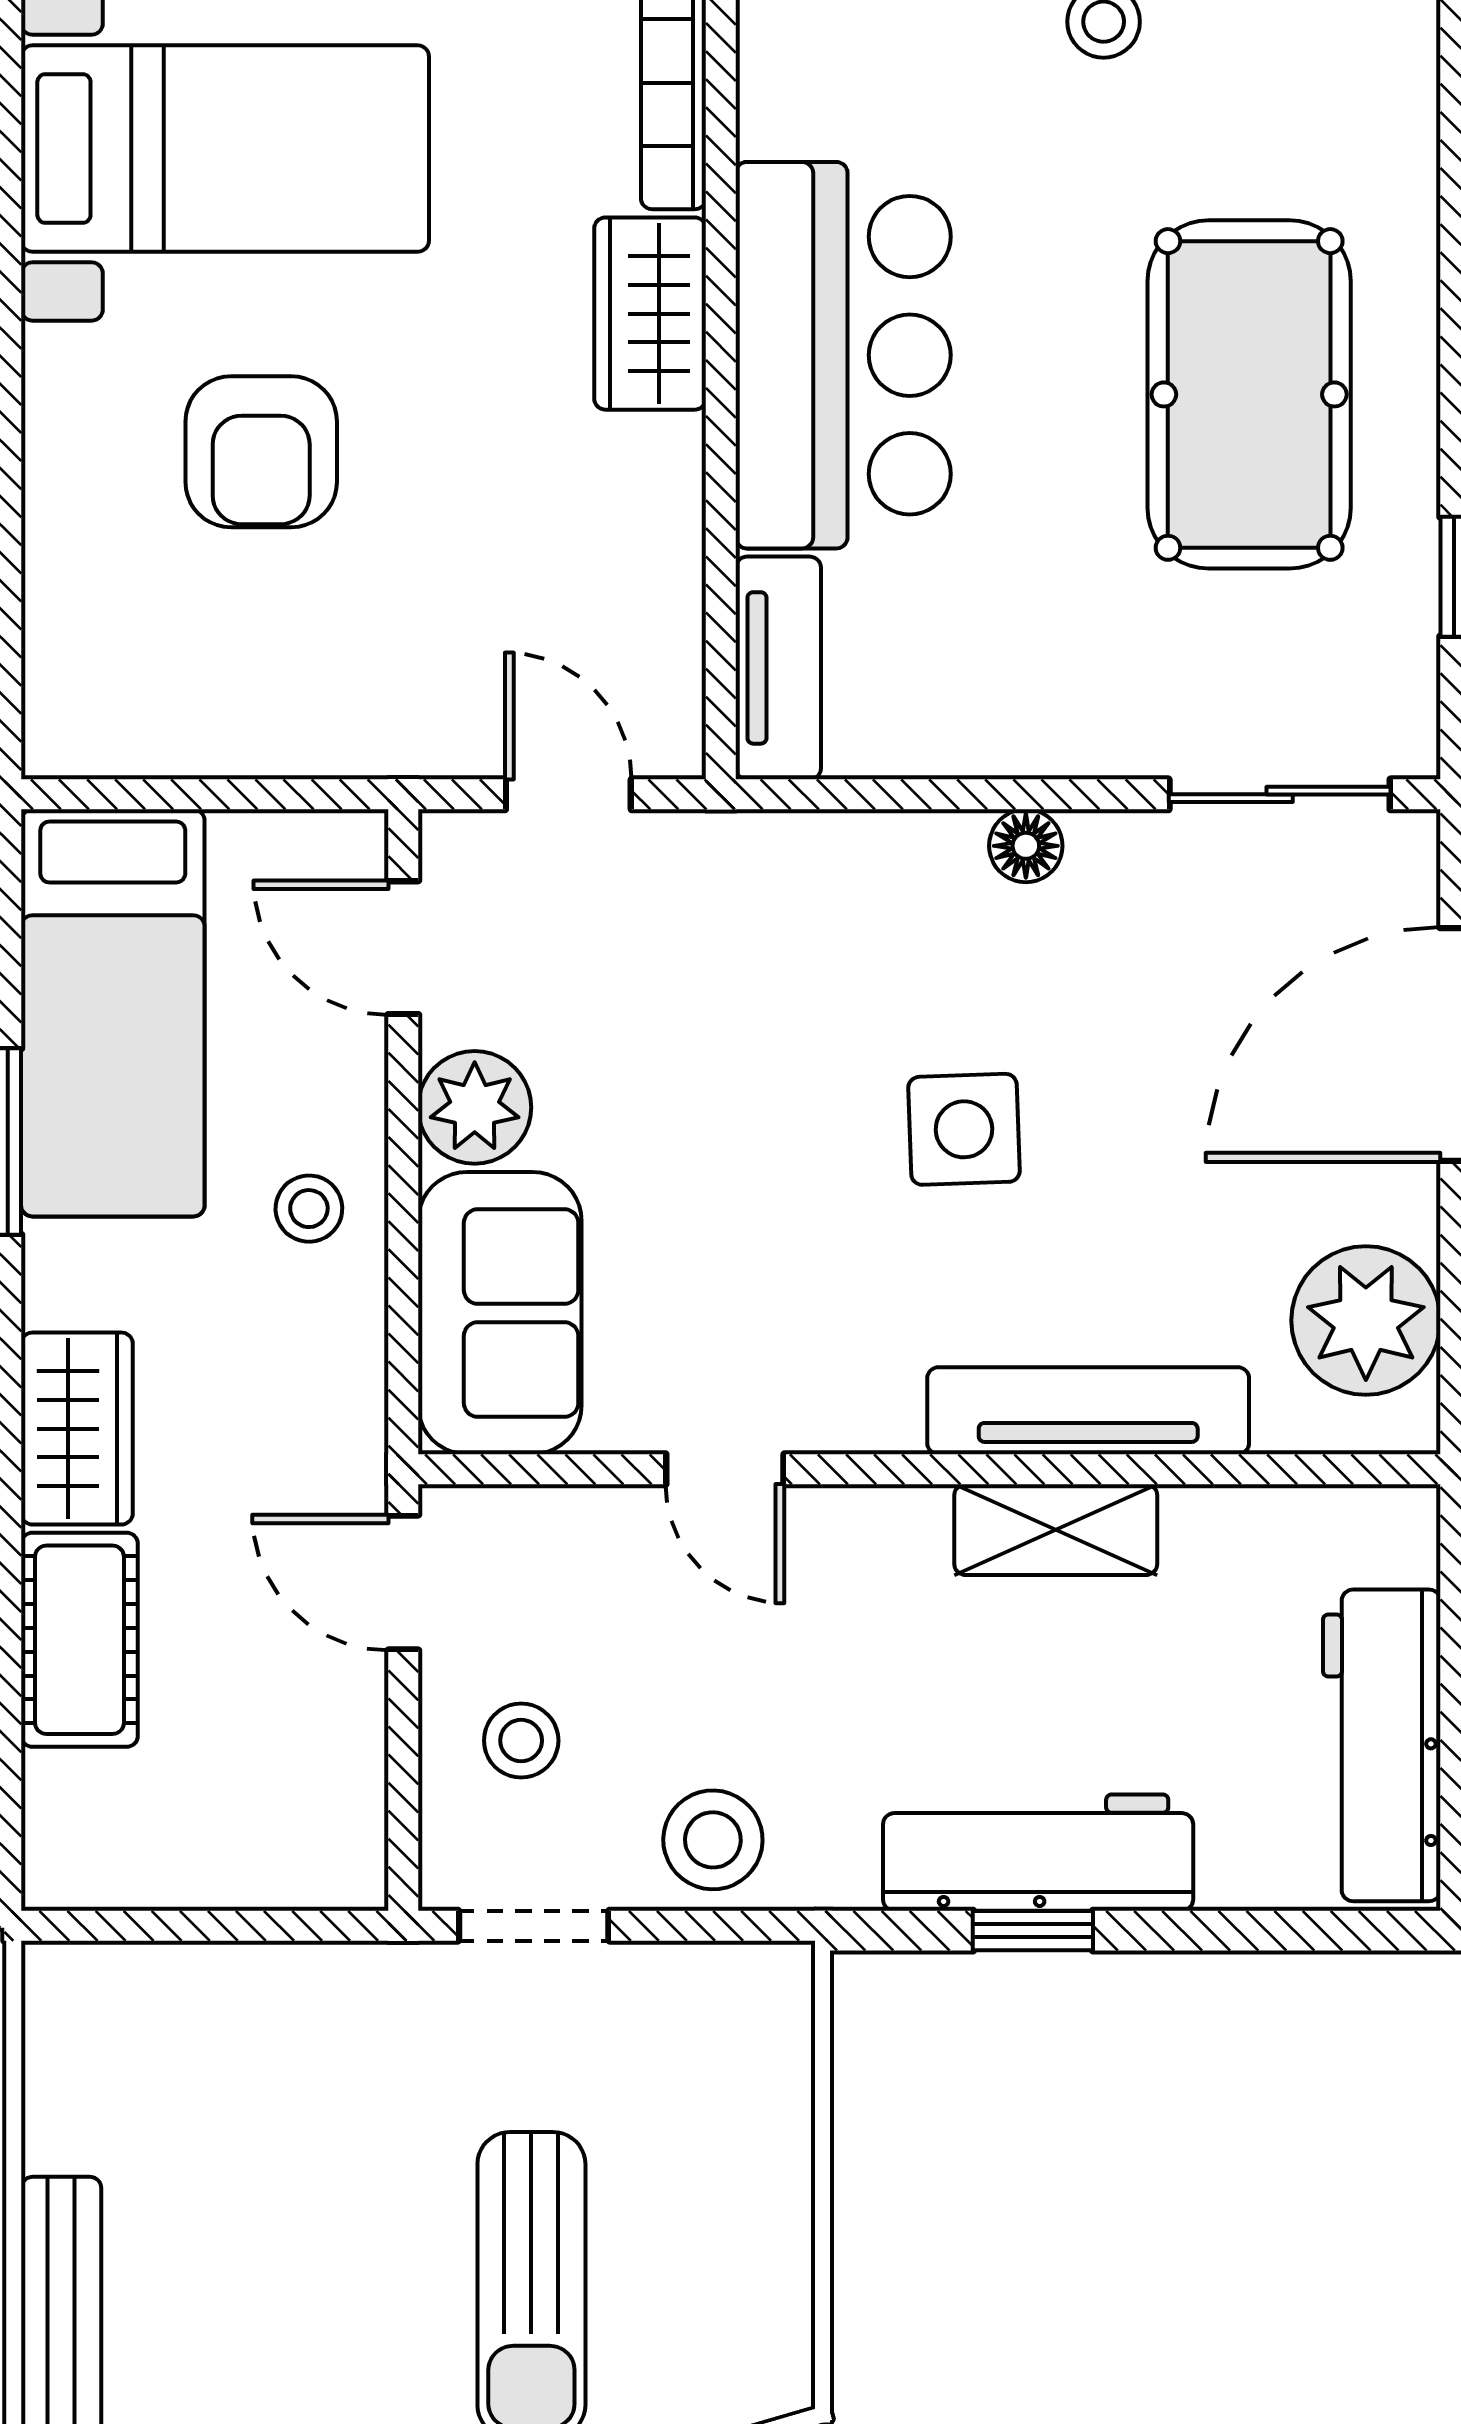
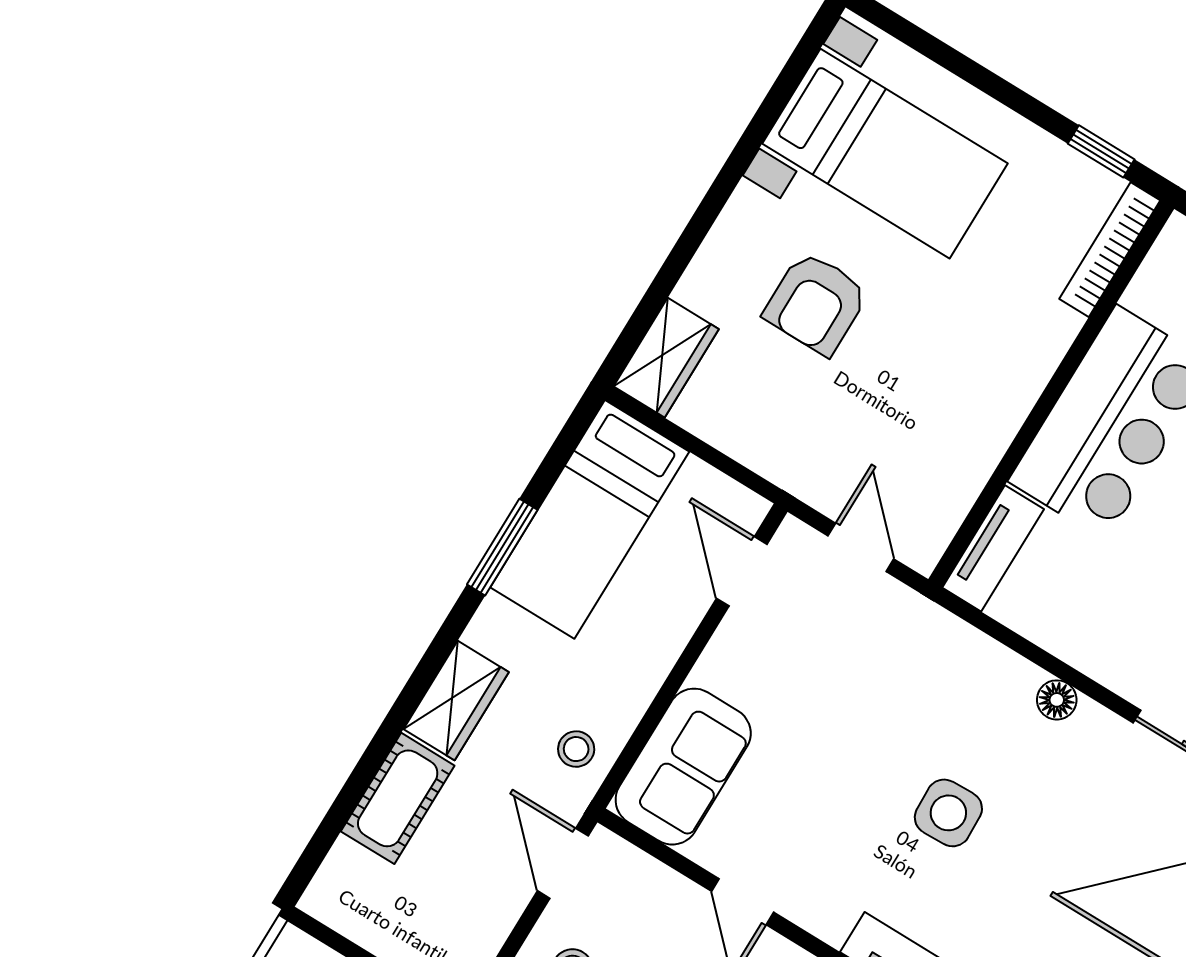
wardrobe: (650, 314) -> (666, 358), moved, turned 180
plant: (475, 1107) -> (729, 665), removed
stool: (309, 1209) -> (576, 749), moved

